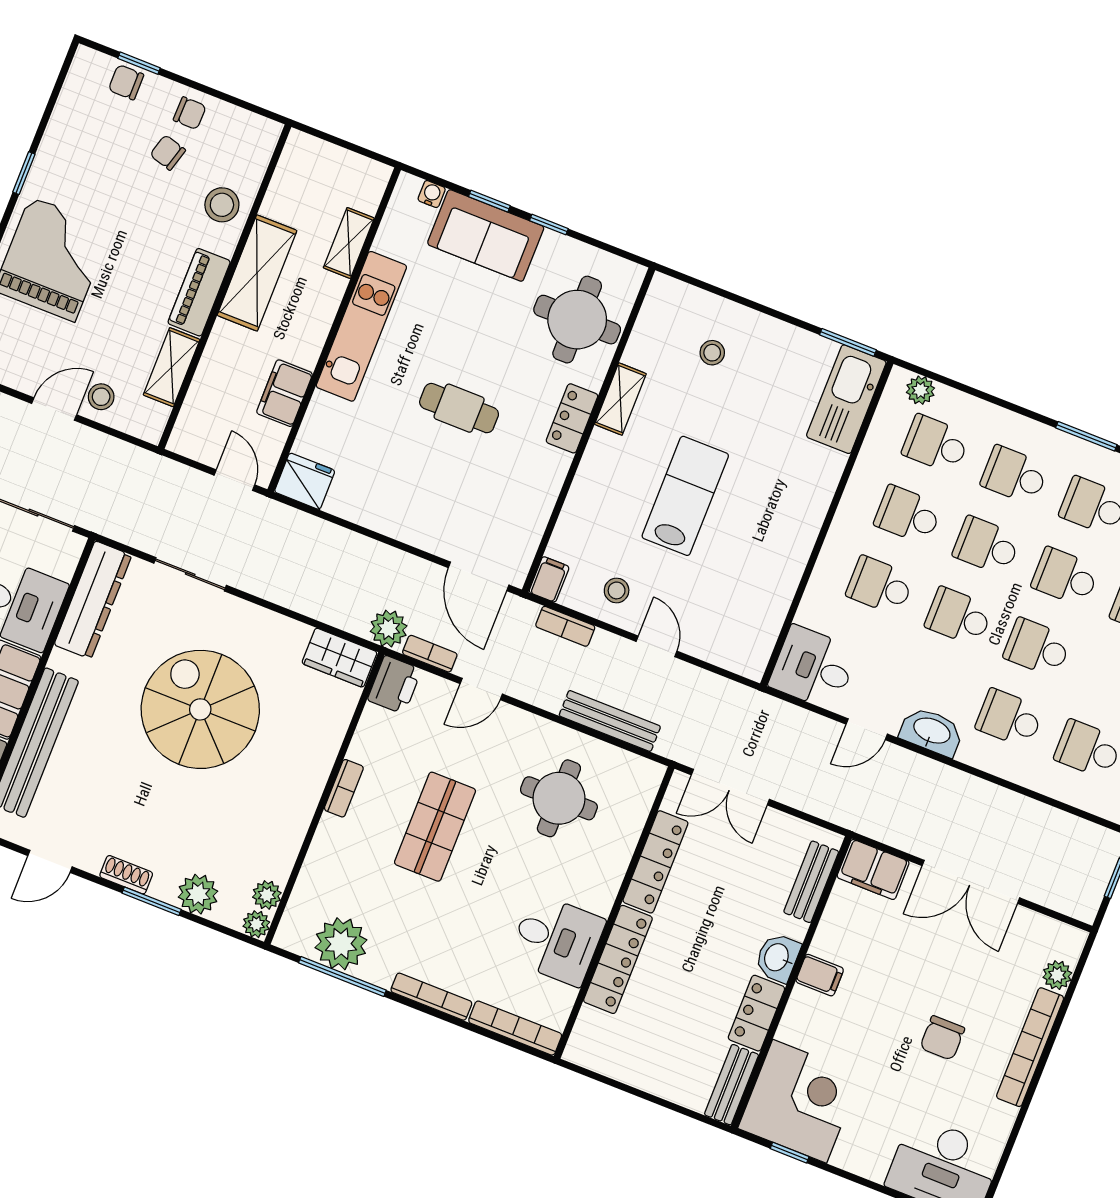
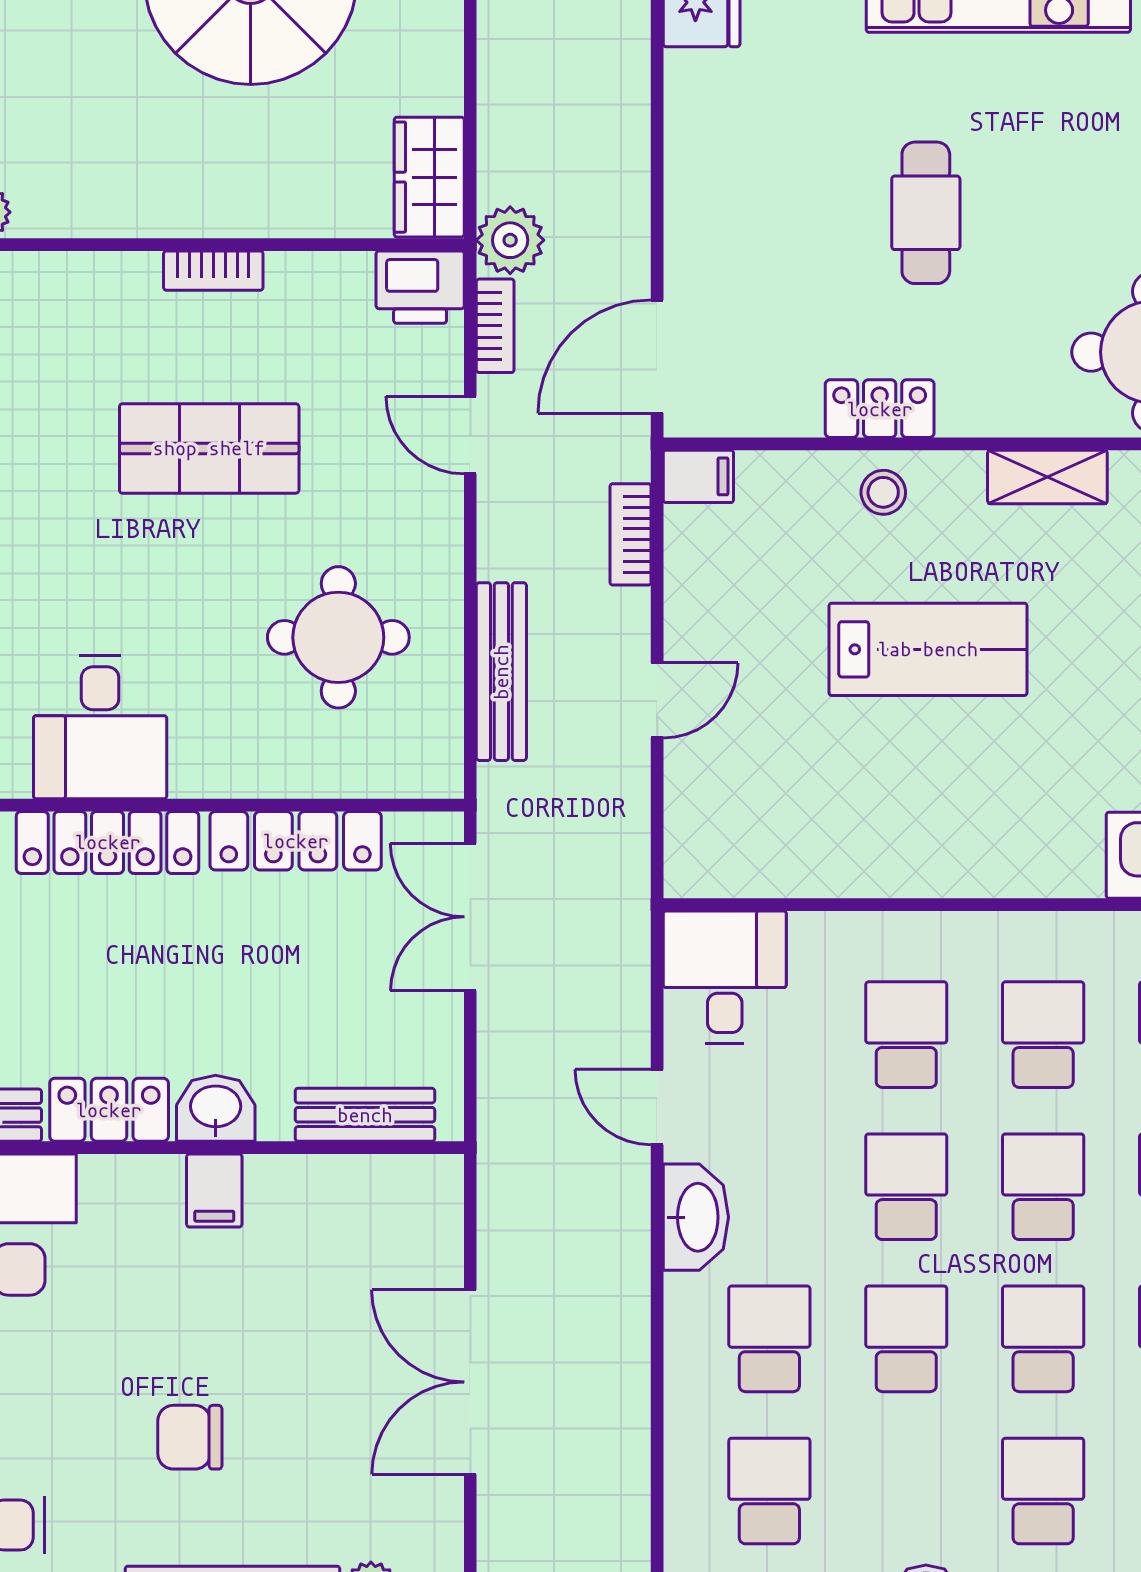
locker: (572, 418) -> (880, 409), moved
stool: (617, 590) -> (883, 492), moved
filing cabinet: (873, 869) -> (426, 1210), removed

